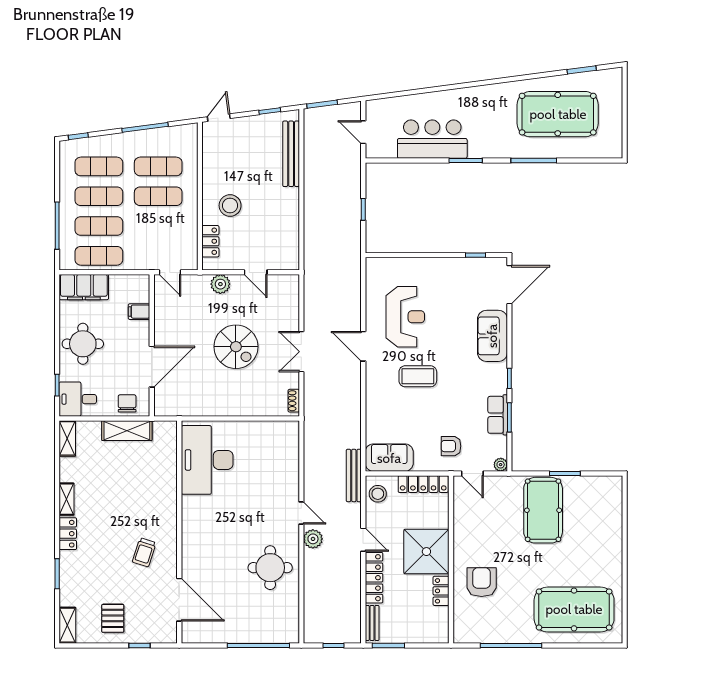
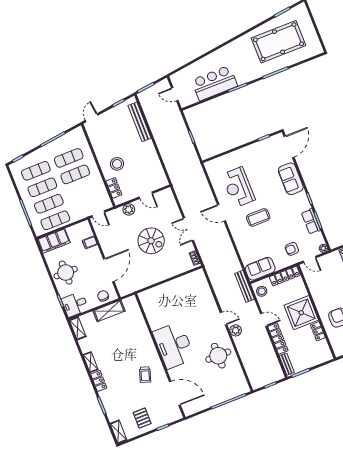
reception desk: (405, 317) -> (238, 187), turned 180
desk: (207, 460) -> (174, 345), moved

